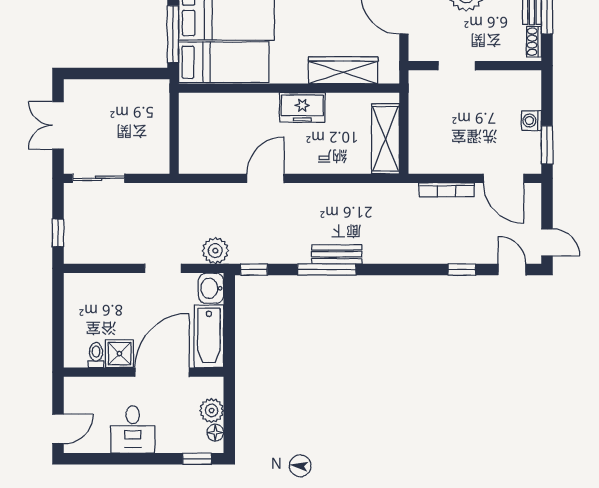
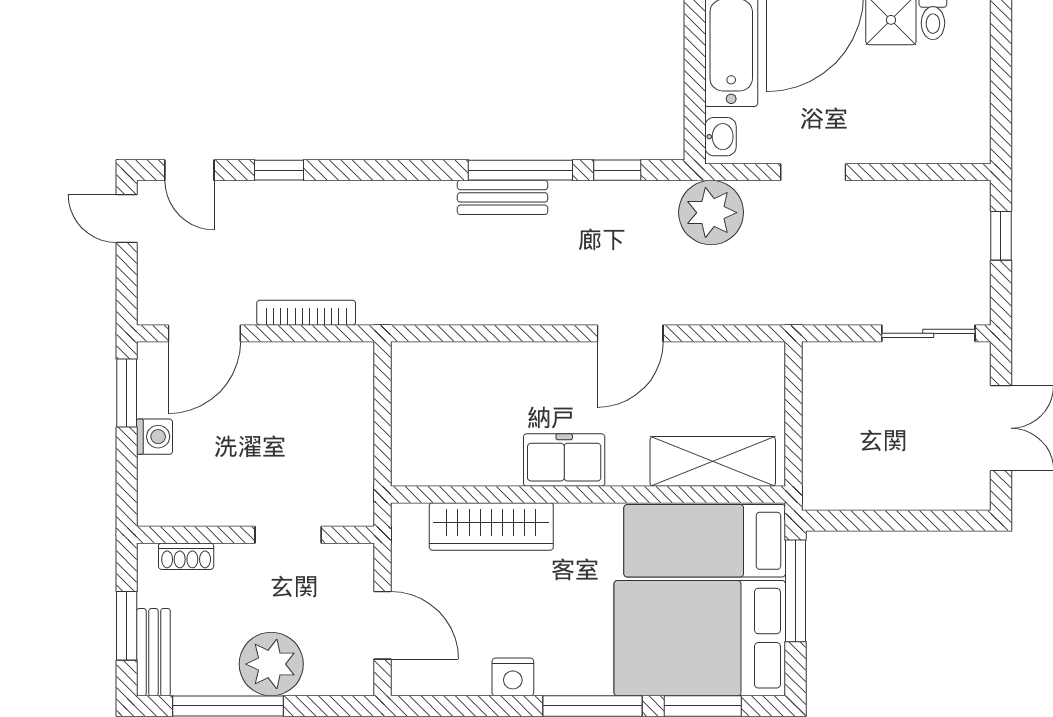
shoe rack: (534, 42) -> (186, 556), moved, turned 90
shelving: (385, 139) -> (713, 461), moved, turned 90
door: (504, 178) -> (204, 333), swing flipped
plant: (215, 251) -> (711, 213), width x1.36, depth x1.36
window: (254, 270) -> (617, 170), moved
washbasin: (211, 288) -> (720, 137), width x0.72, depth x0.69

